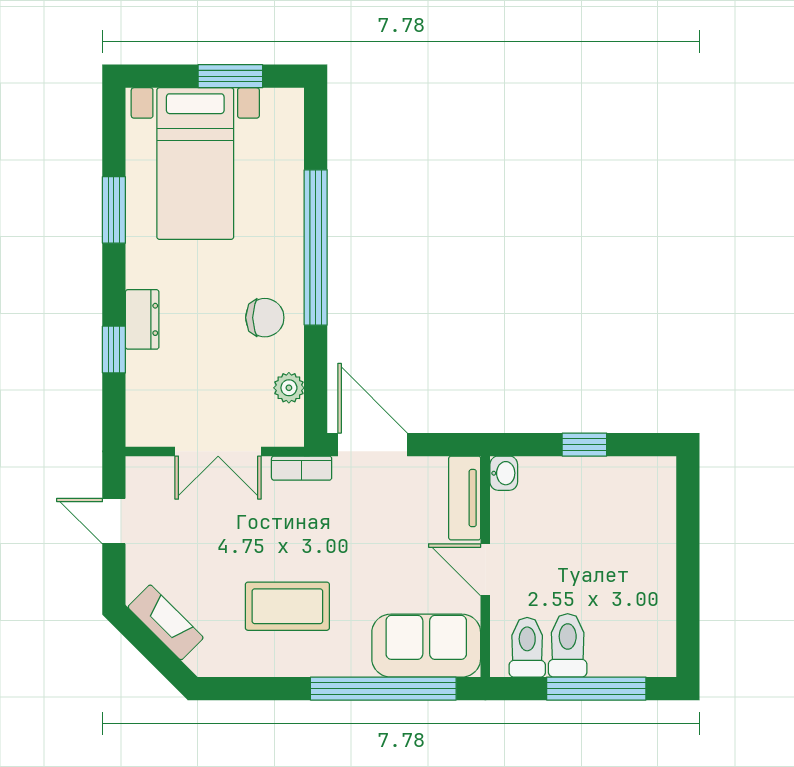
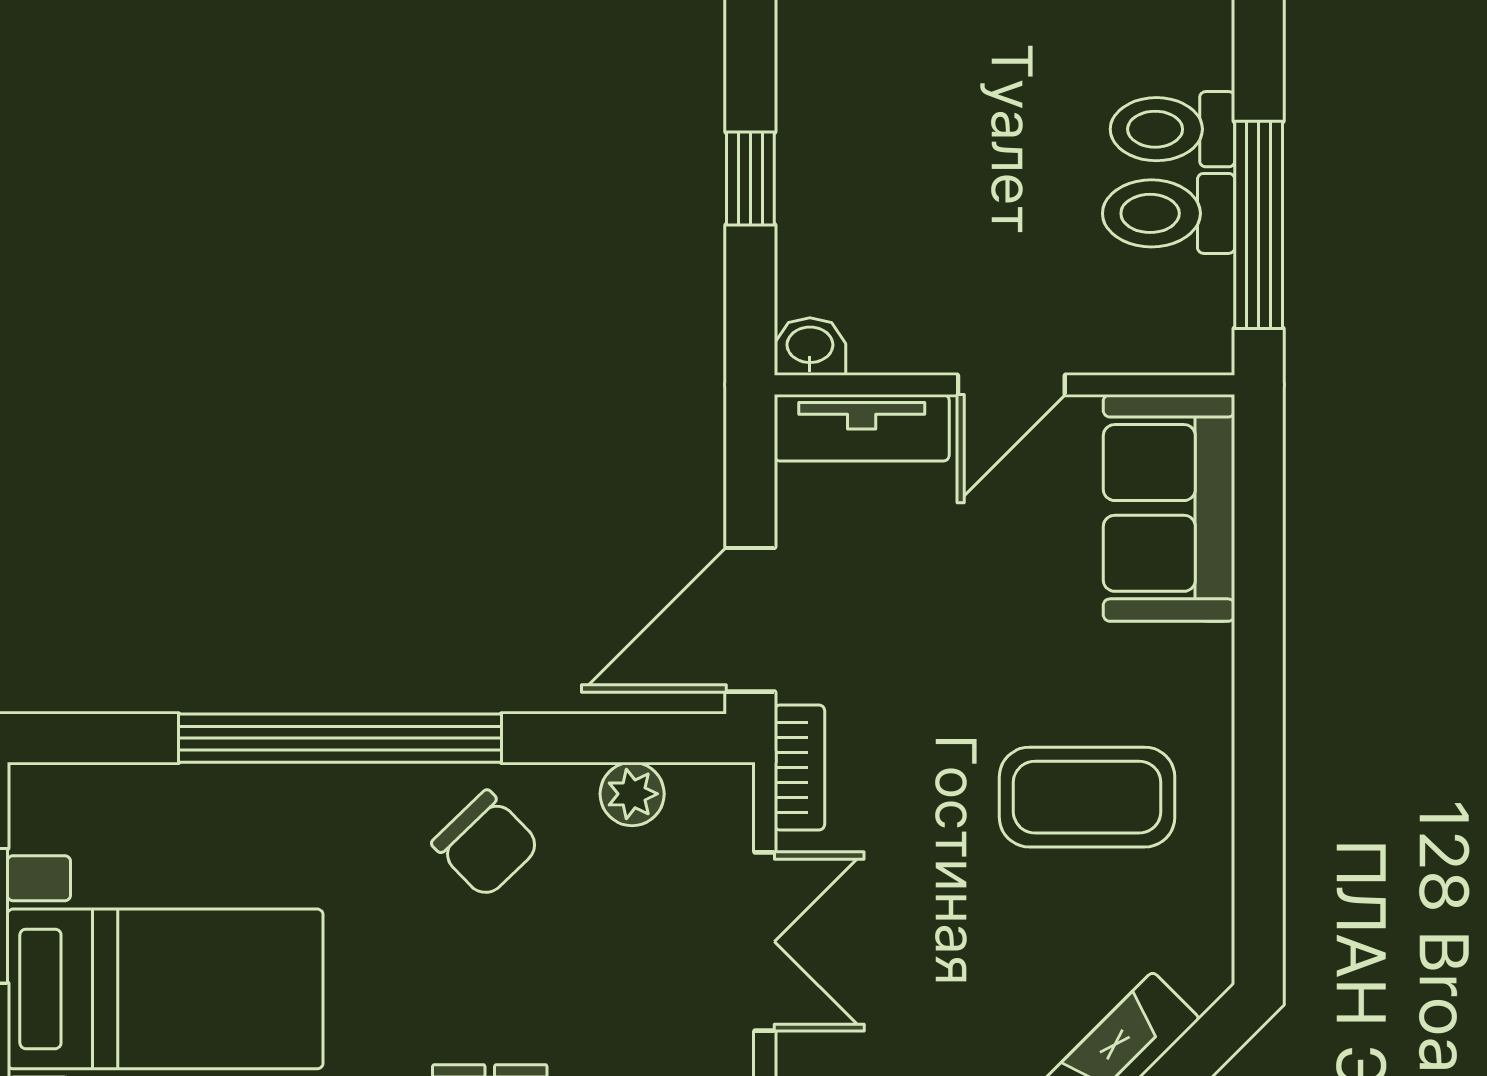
chair: (265, 318) -> (486, 844), turned 136
coffee table: (287, 606) -> (1087, 797), turned 90
toilet: (527, 647) -> (1172, 129), moved
window: (383, 689) -> (1259, 597), removed
window: (596, 689) -> (1259, 225), moved

